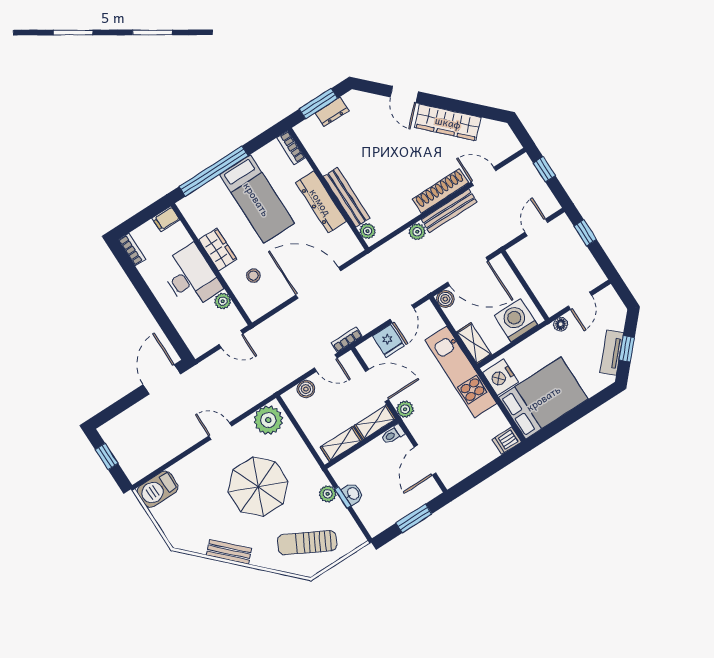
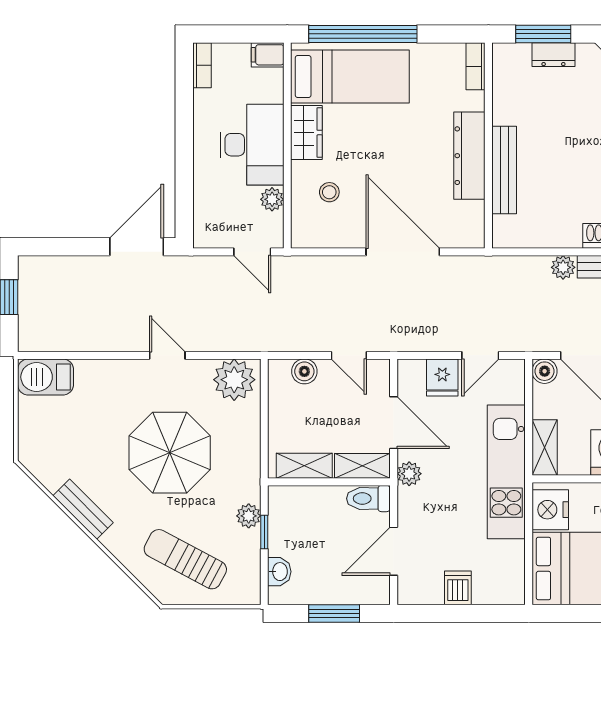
bed: (257, 199) -> (350, 77), moved, turned -90
plant: (368, 231) -> (503, 227), removed
bookcase: (347, 340) -> (393, 343), removed
toilet: (393, 435) -> (368, 499), width x1.37, depth x1.39
dishwasher: (507, 441) -> (458, 588), moved, turned 90
washbasin: (353, 494) -> (279, 572), moved

